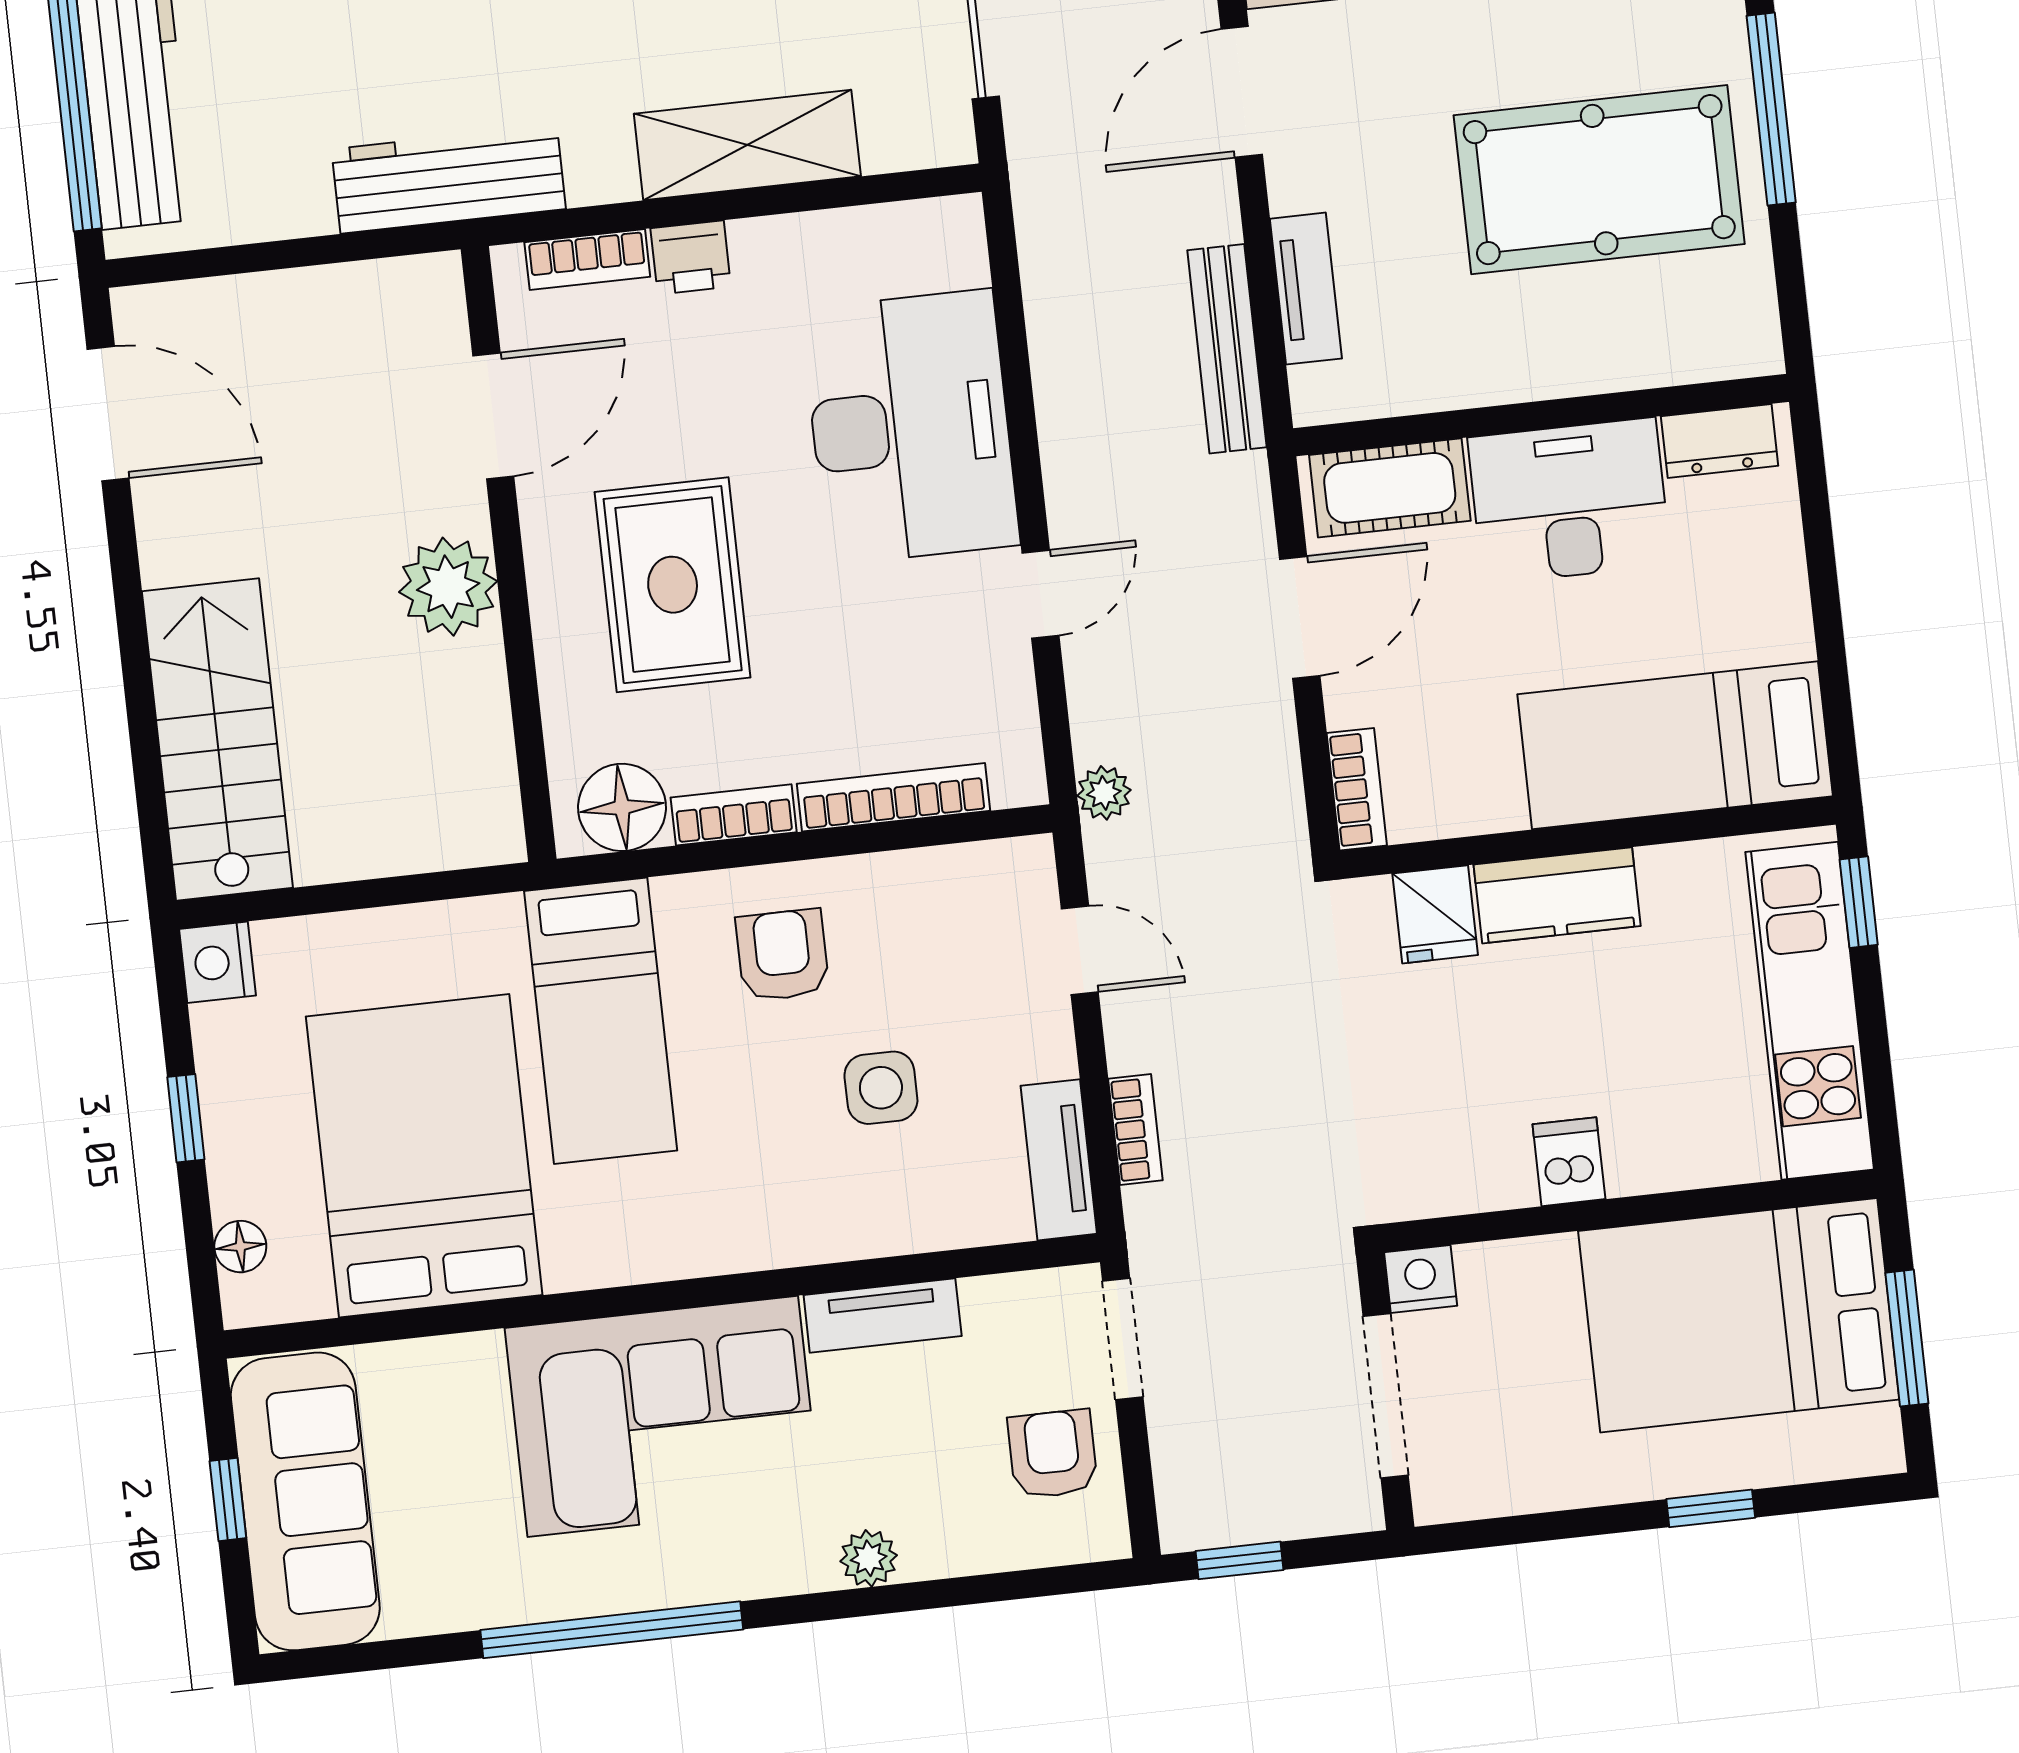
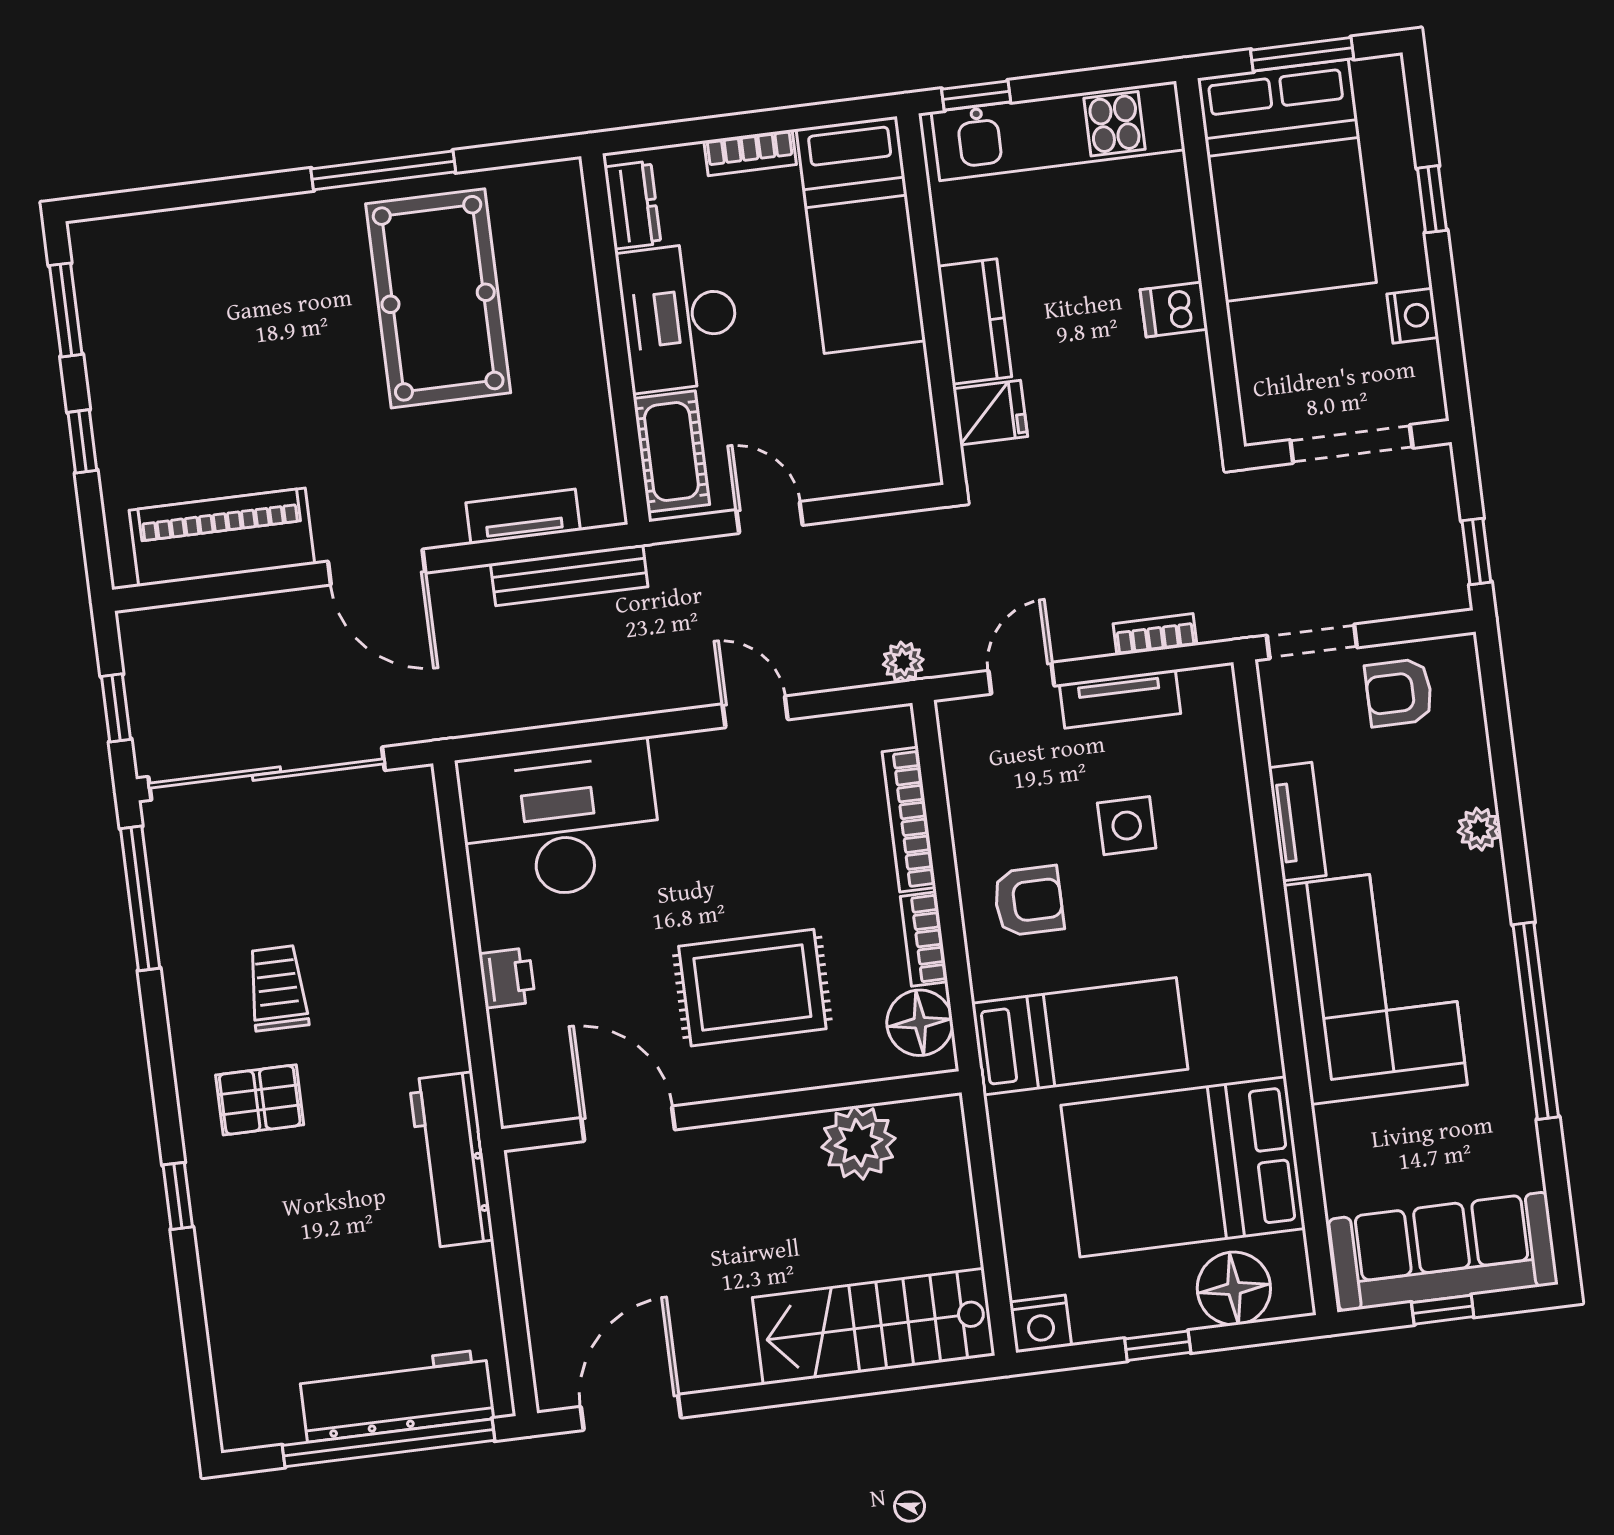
shelving: (747, 145) -> (422, 937), removed
bookcase: (587, 260) -> (510, 1055), removed
desk: (910, 427) -> (560, 820), moved
plant: (448, 587) -> (858, 1143), moved
door: (1300, 617) -> (770, 517), width x0.73
bookcase: (1357, 789) -> (750, 153), moved, turned 180
armchair: (782, 955) -> (1029, 901), turned 180
tv unit: (1059, 1160) -> (1120, 699), moved
floor lamp: (240, 1247) -> (1234, 1289), width x1.89, depth x1.89
nightstand: (1421, 1279) -> (1413, 316), moved, turned 180

